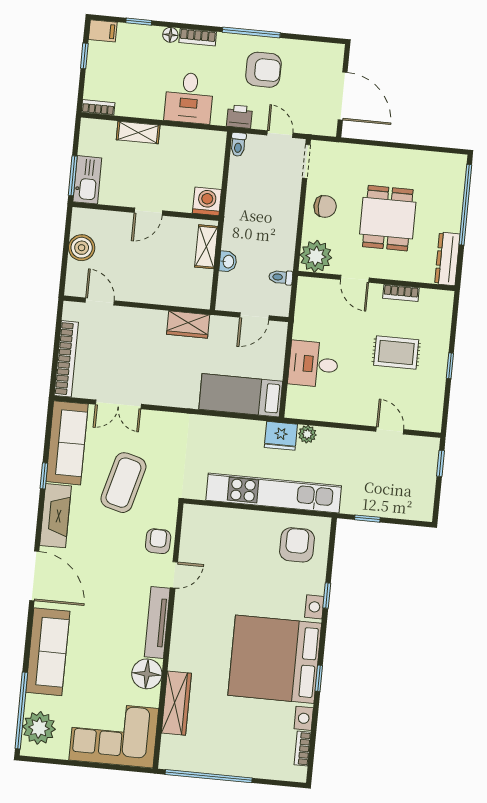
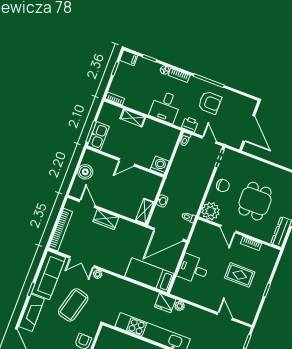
shelving: (206, 247) -> (145, 211), moved
door: (254, 316) -> (168, 235), width x1.87
wardrobe: (188, 325) -> (106, 219), moved
plant: (151, 418) -> (98, 274), added

